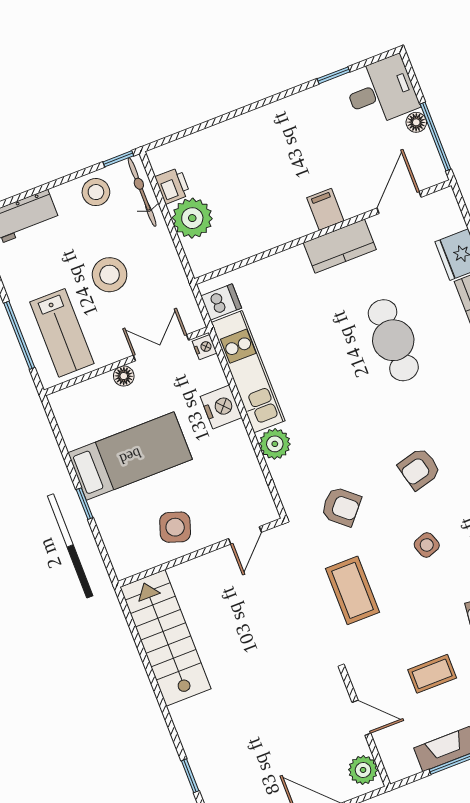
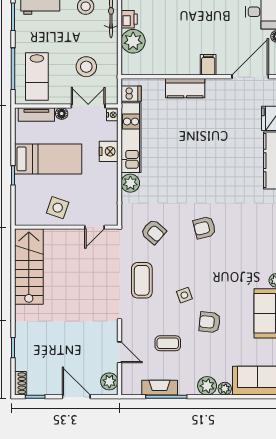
door: (399, 203) -> (250, 77), width x1.36
kitchen counter: (340, 246) -> (185, 88), moved
stool: (110, 275) -> (86, 67), moved
cafe table: (393, 340) -> (218, 151), removed
tv unit: (84, 393) -> (36, 114), added
side table: (427, 545) -> (184, 295), moved

